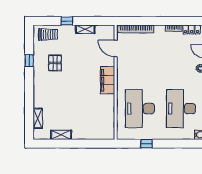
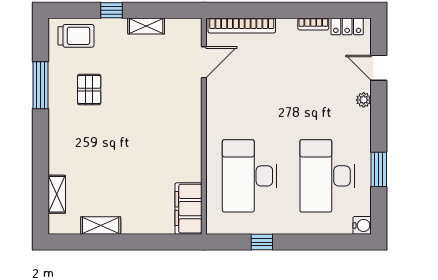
door: (116, 48) -> (204, 62), swing flipped
window: (29, 61) -> (40, 85), width x2.17
filing cabinet: (108, 80) -> (189, 209), moved

